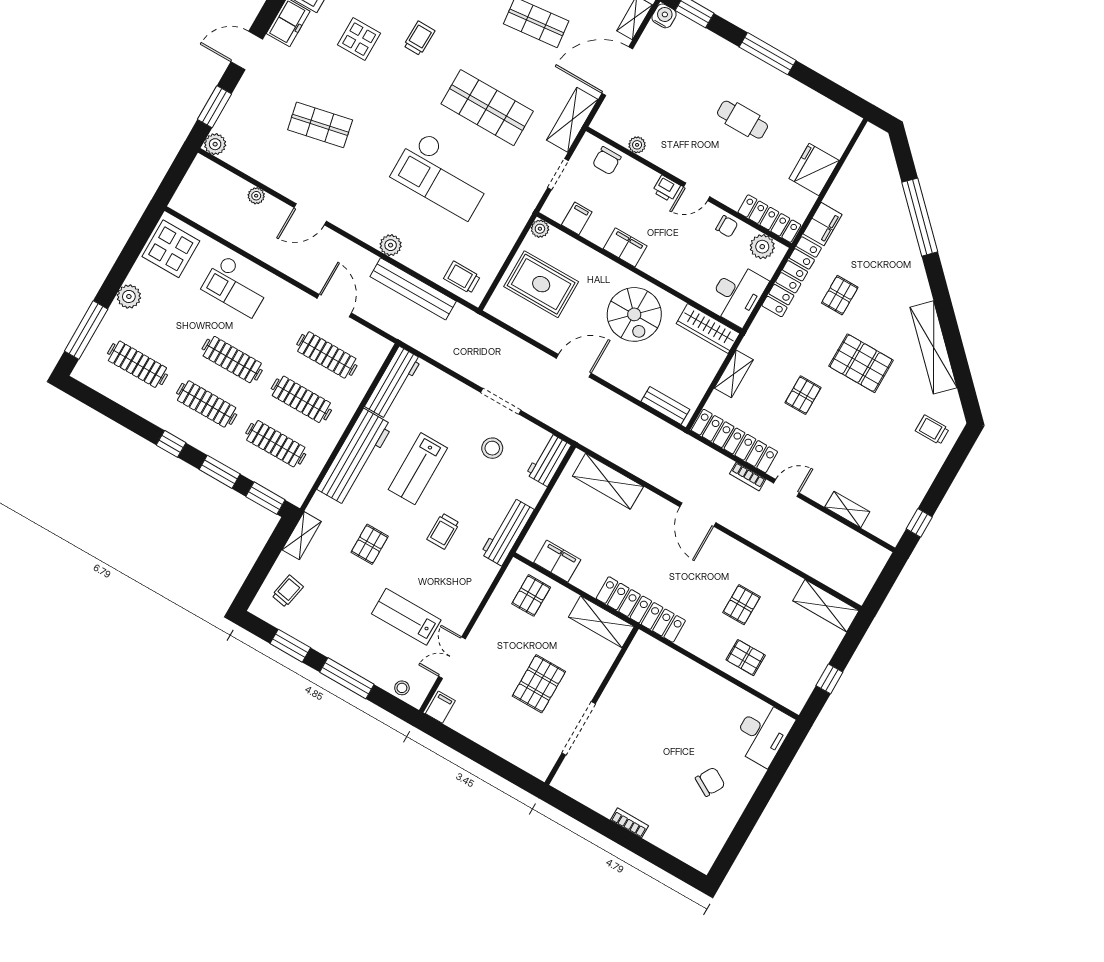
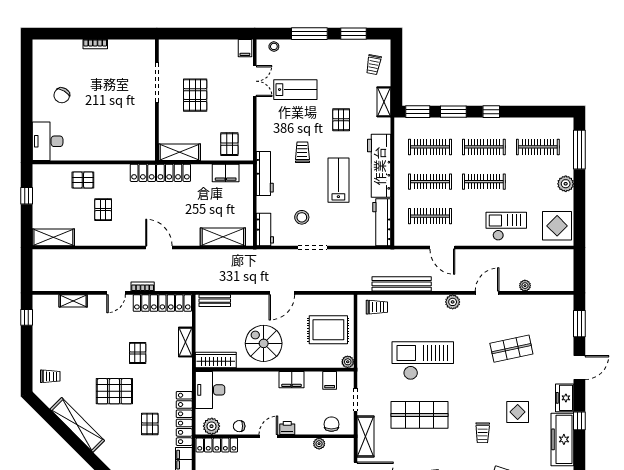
plant: (215, 144) -> (566, 302), removed
plant: (391, 245) -> (453, 302), moved

